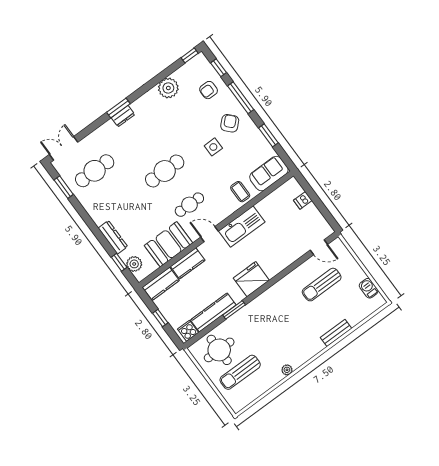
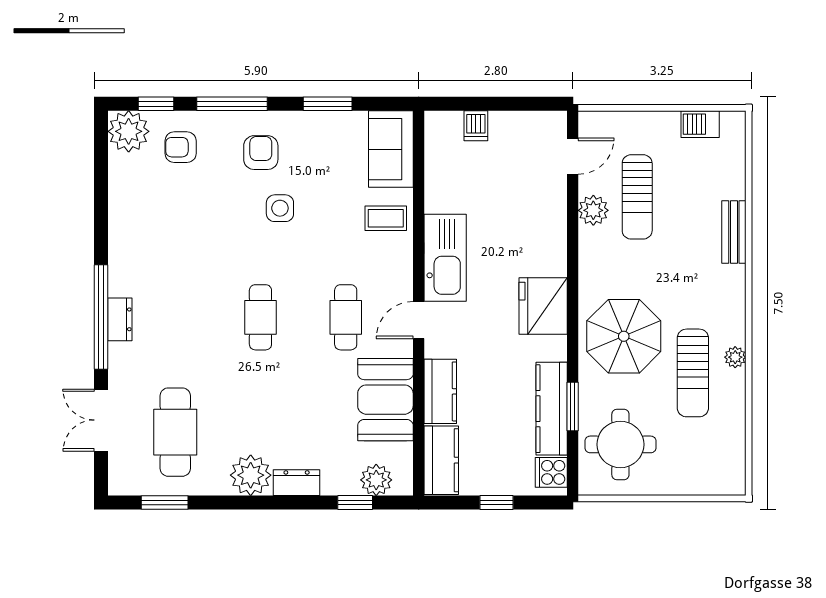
window: (190, 55) -> (101, 136), removed
plant: (168, 88) -> (129, 131), moved
armchair: (209, 90) -> (181, 147), turned 90
window: (118, 108) -> (101, 317), width x2.11
armchair: (230, 123) -> (261, 153), turned 43
double door: (64, 148) -> (101, 420), moved
cafe table: (165, 171) -> (260, 317), width x0.73, depth x0.74
plant: (100, 213) -> (251, 475), added
dresser: (113, 237) -> (297, 483), width x0.70
plant: (304, 271) -> (593, 210), added
window: (234, 310) -> (573, 406), moved
parasol: (263, 320) -> (624, 336), added
sun lounger: (240, 372) -> (693, 373), moved

